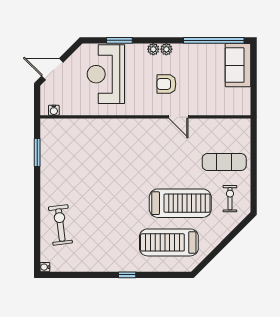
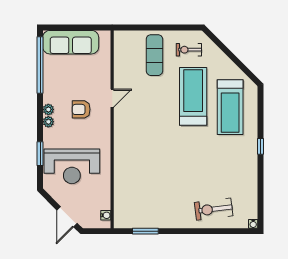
sofa: (238, 65) -> (71, 42), width x1.36
armchair: (166, 84) -> (81, 109), turned 90

